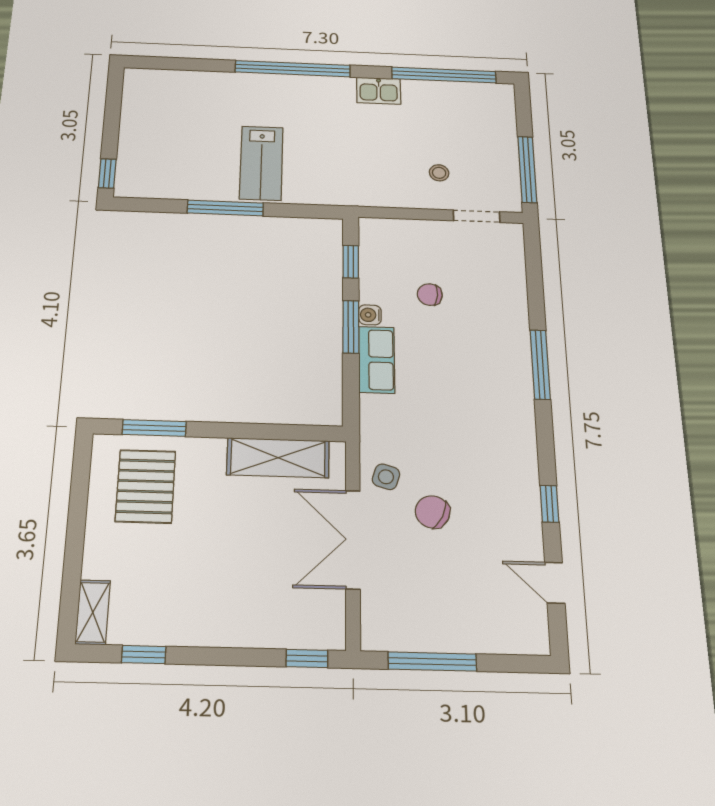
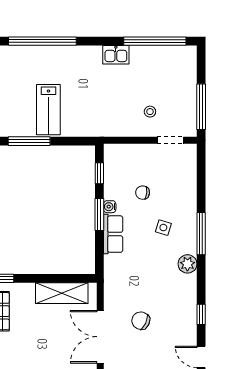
window: (293, 69) -> (42, 41), moved
plant: (518, 414) -> (187, 264), added
side table: (386, 477) -> (163, 228), moved

